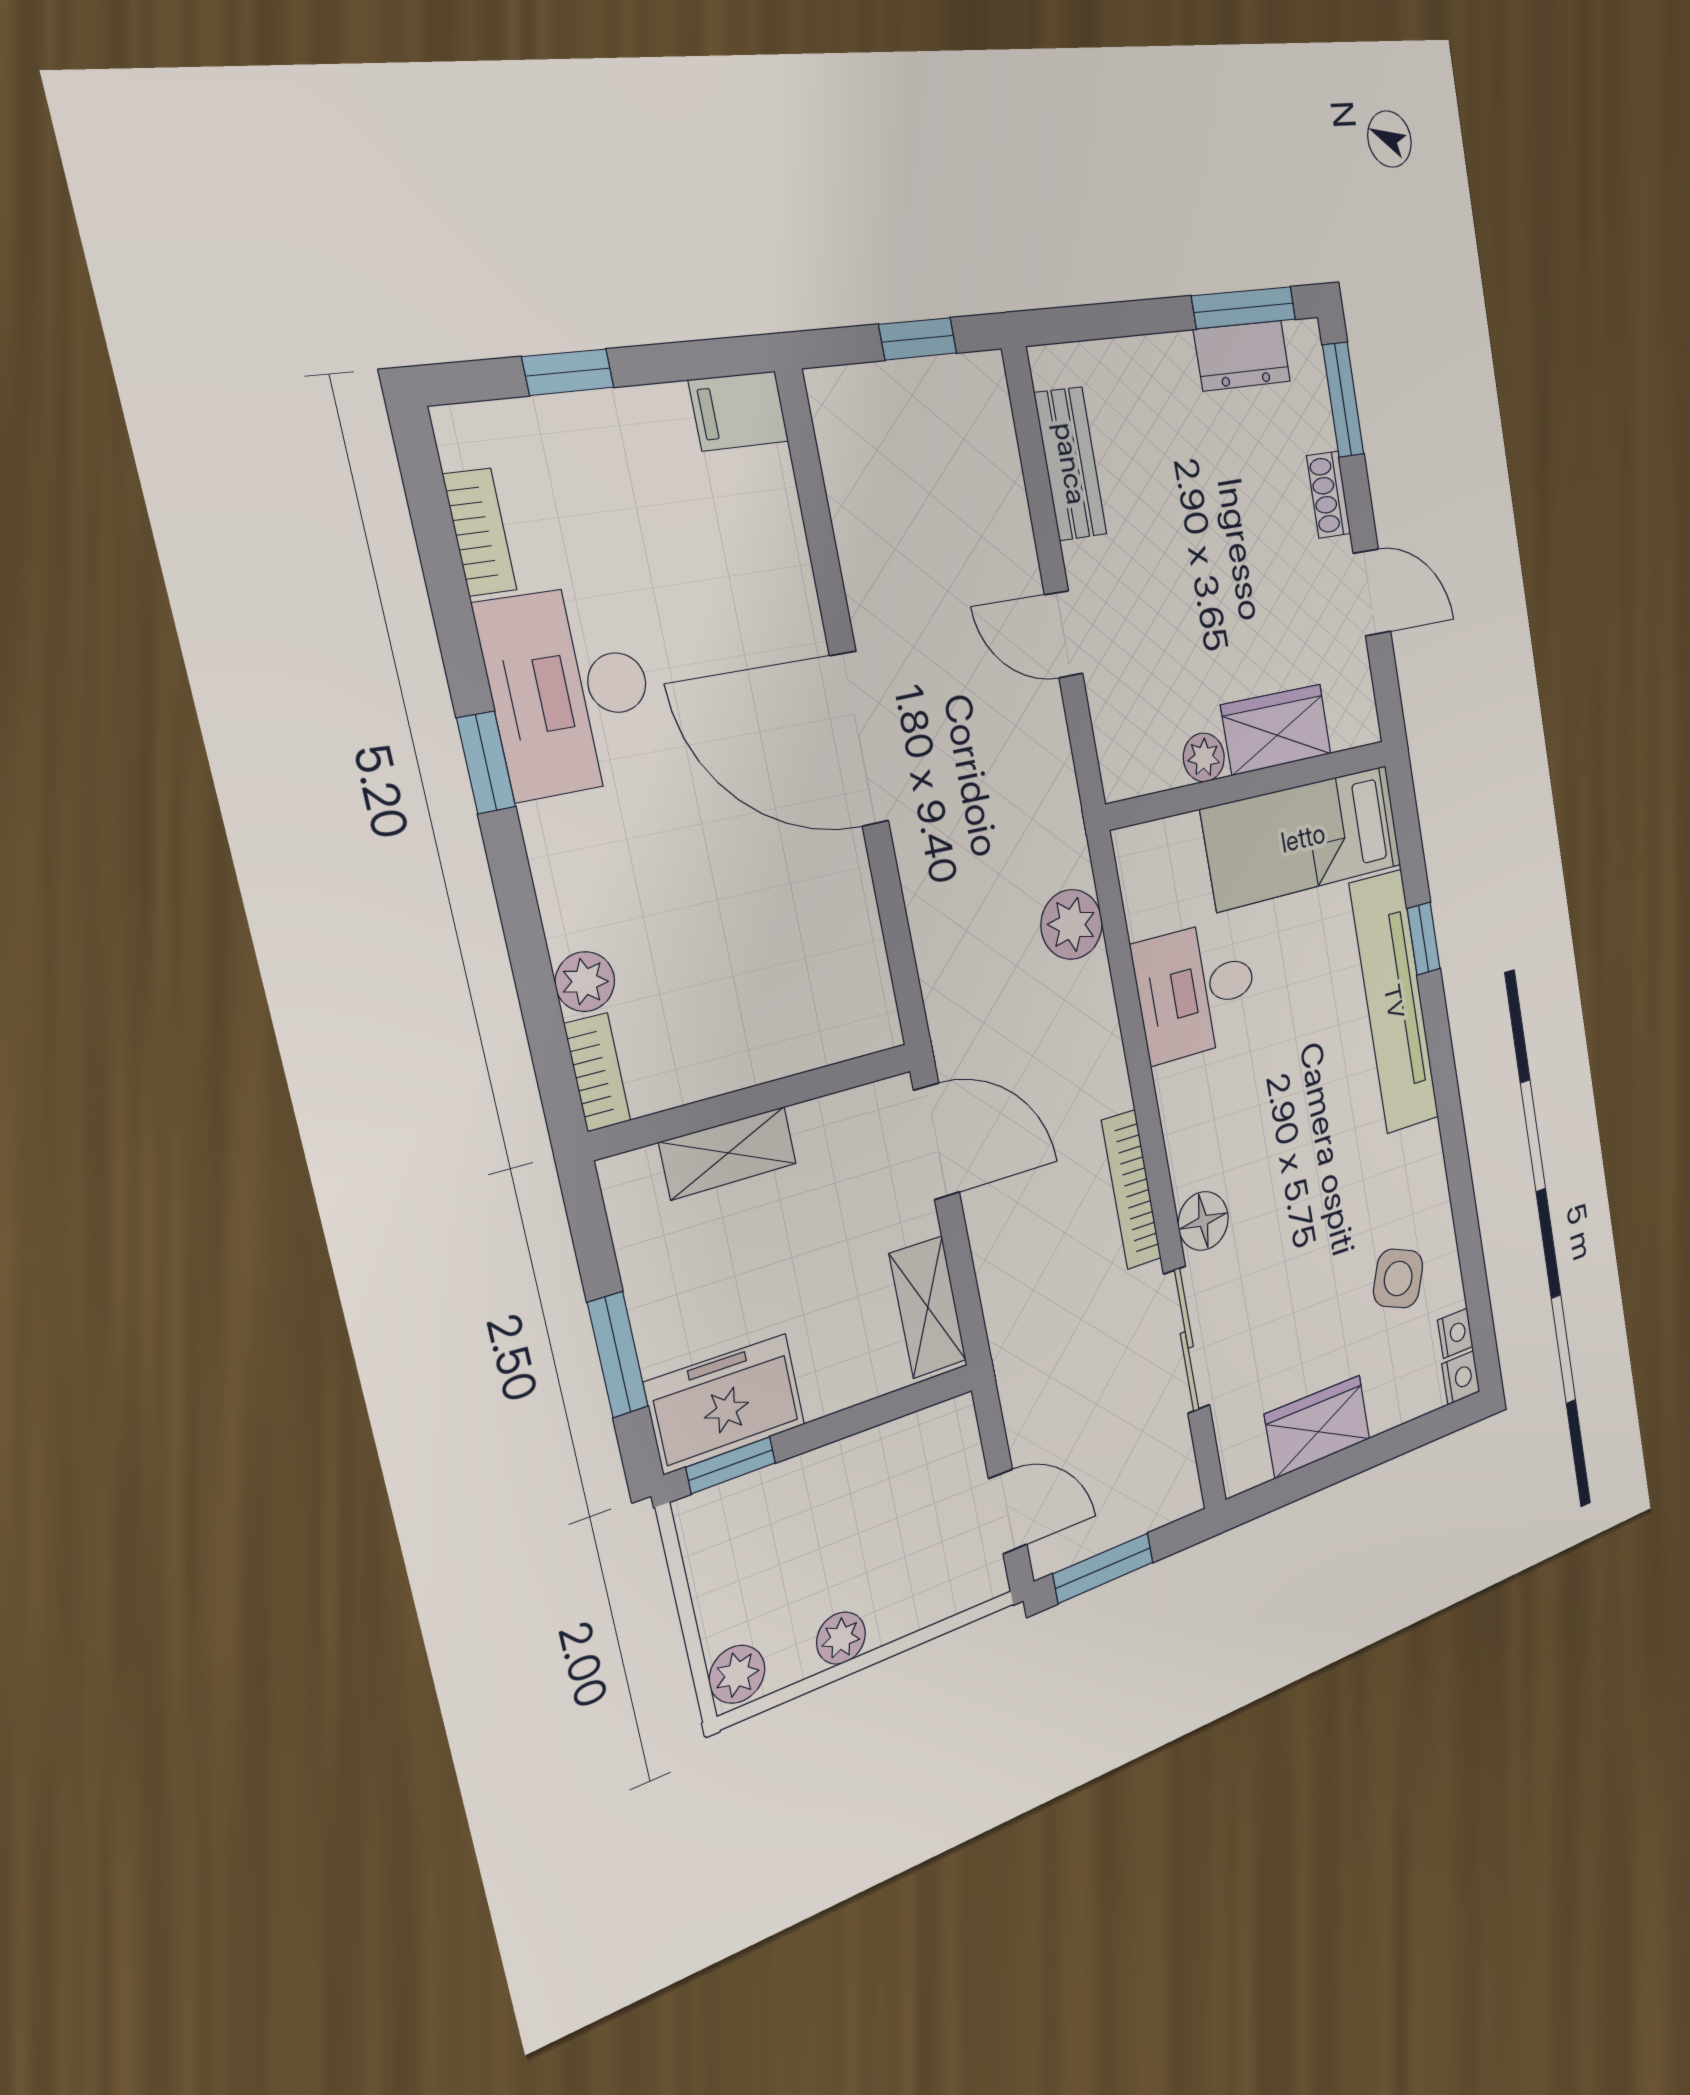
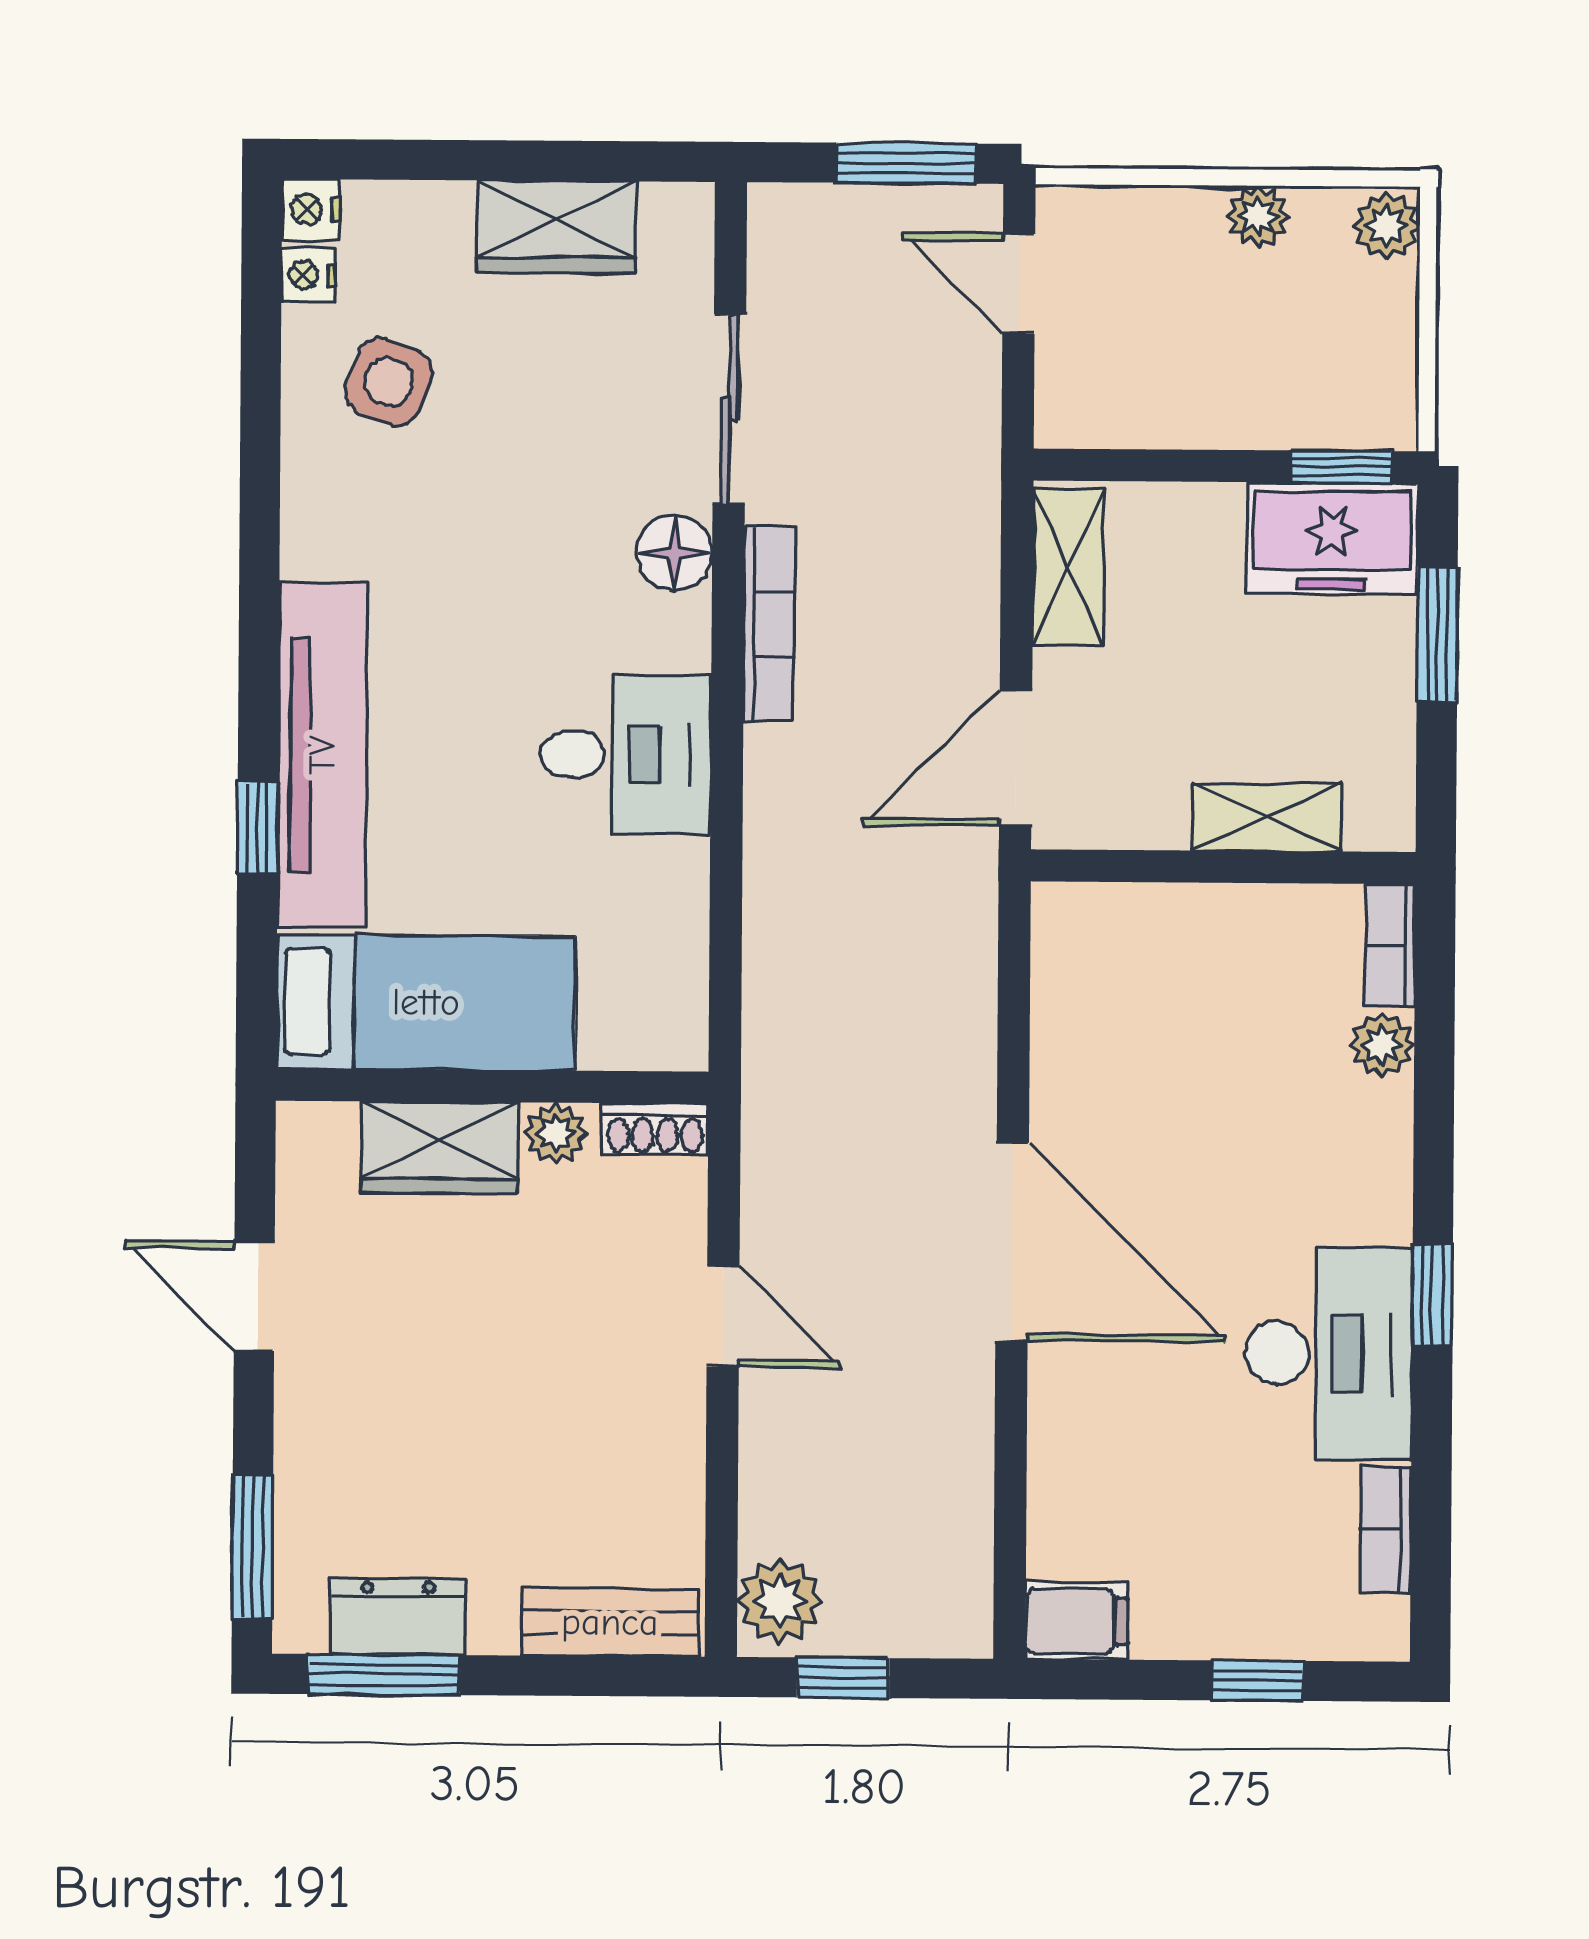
bench: (1070, 464) -> (610, 1622), moved, turned 90
shoe rack: (1329, 495) -> (655, 1129), moved, turned 90
plant: (1072, 924) -> (780, 1601), moved
desk: (1197, 990) -> (625, 755), moved
door: (937, 1141) -> (1016, 758), hinge flipped

